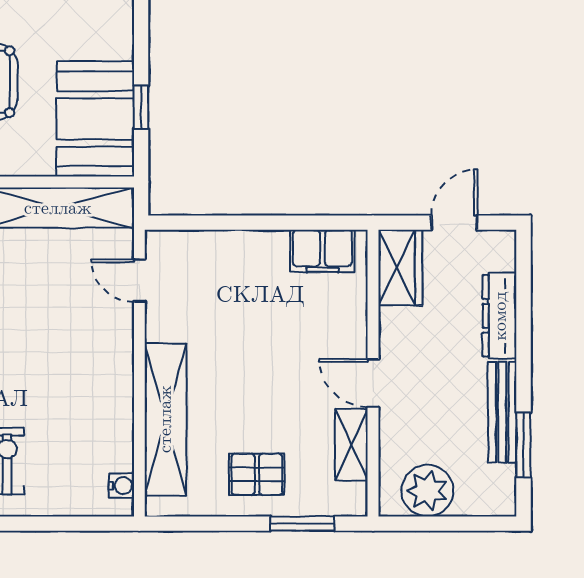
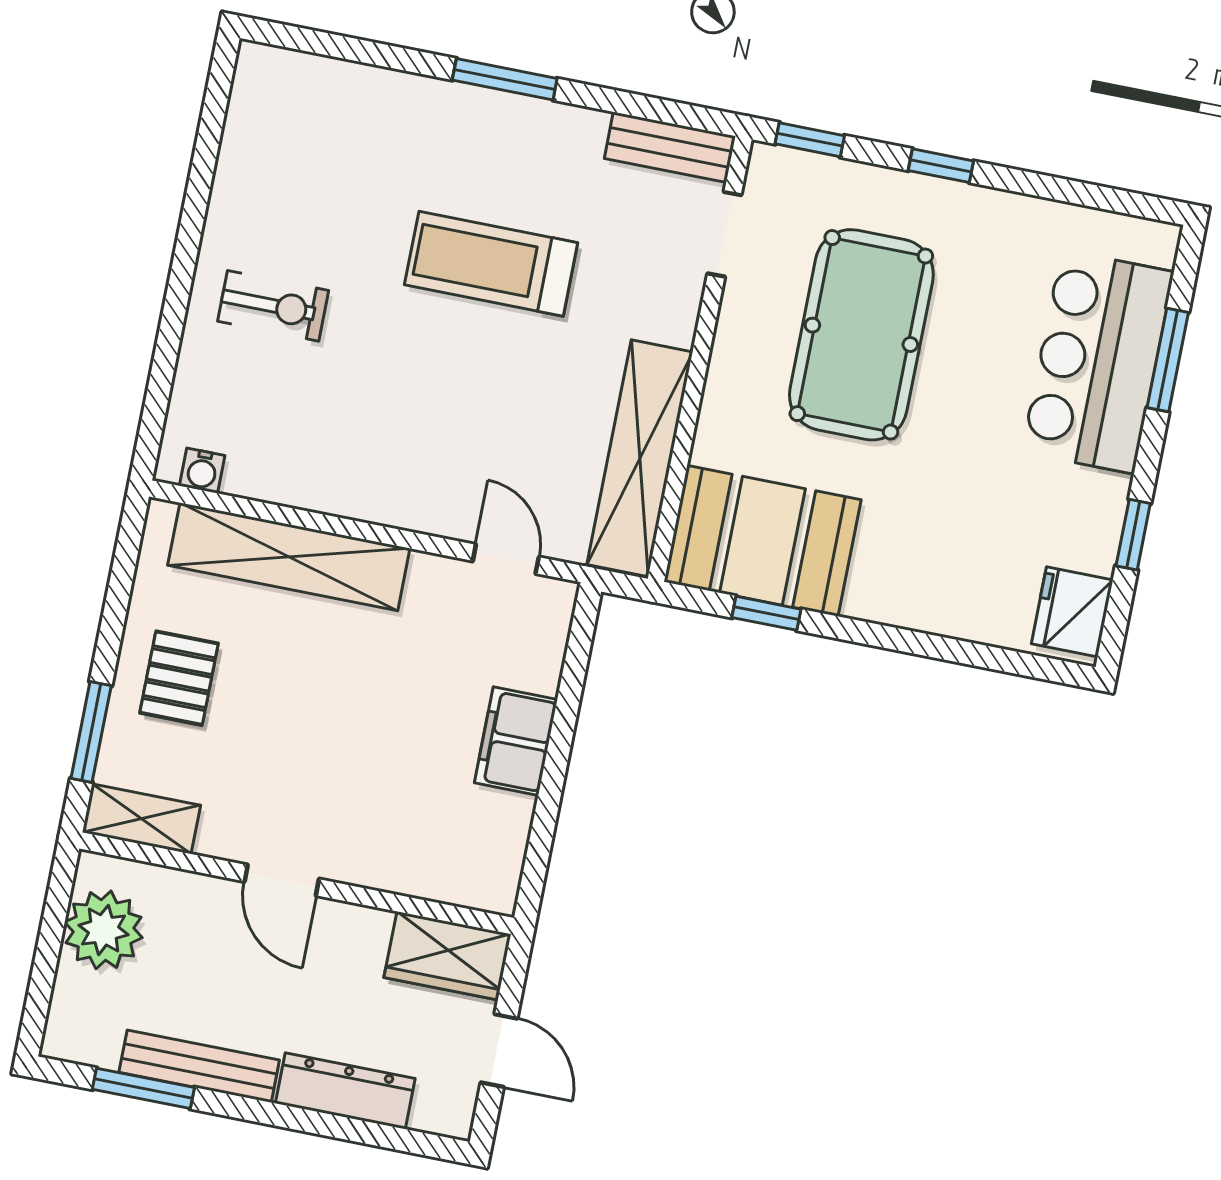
filing cabinet: (322, 251) -> (516, 741), moved
door: (139, 281) -> (506, 559), hinge flipped
door: (373, 383) -> (282, 880), swing flipped
shelving: (351, 445) -> (141, 819), moved

